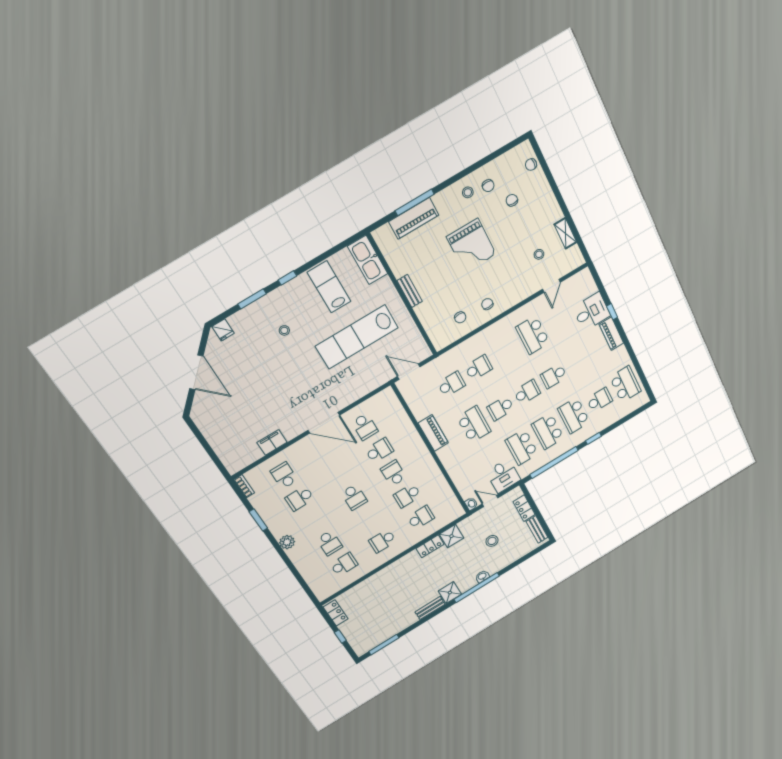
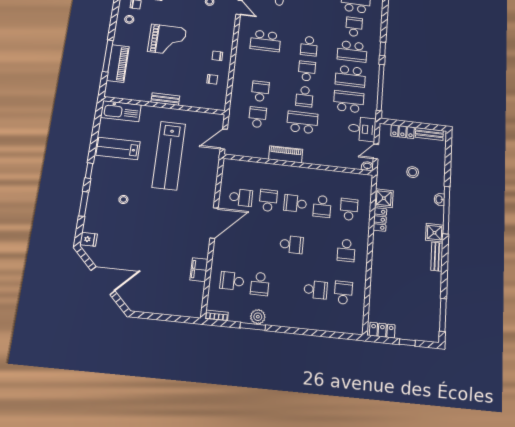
school desk: (522, 447) -> (349, 102), turned 180
plant: (287, 542) -> (258, 317), moved

